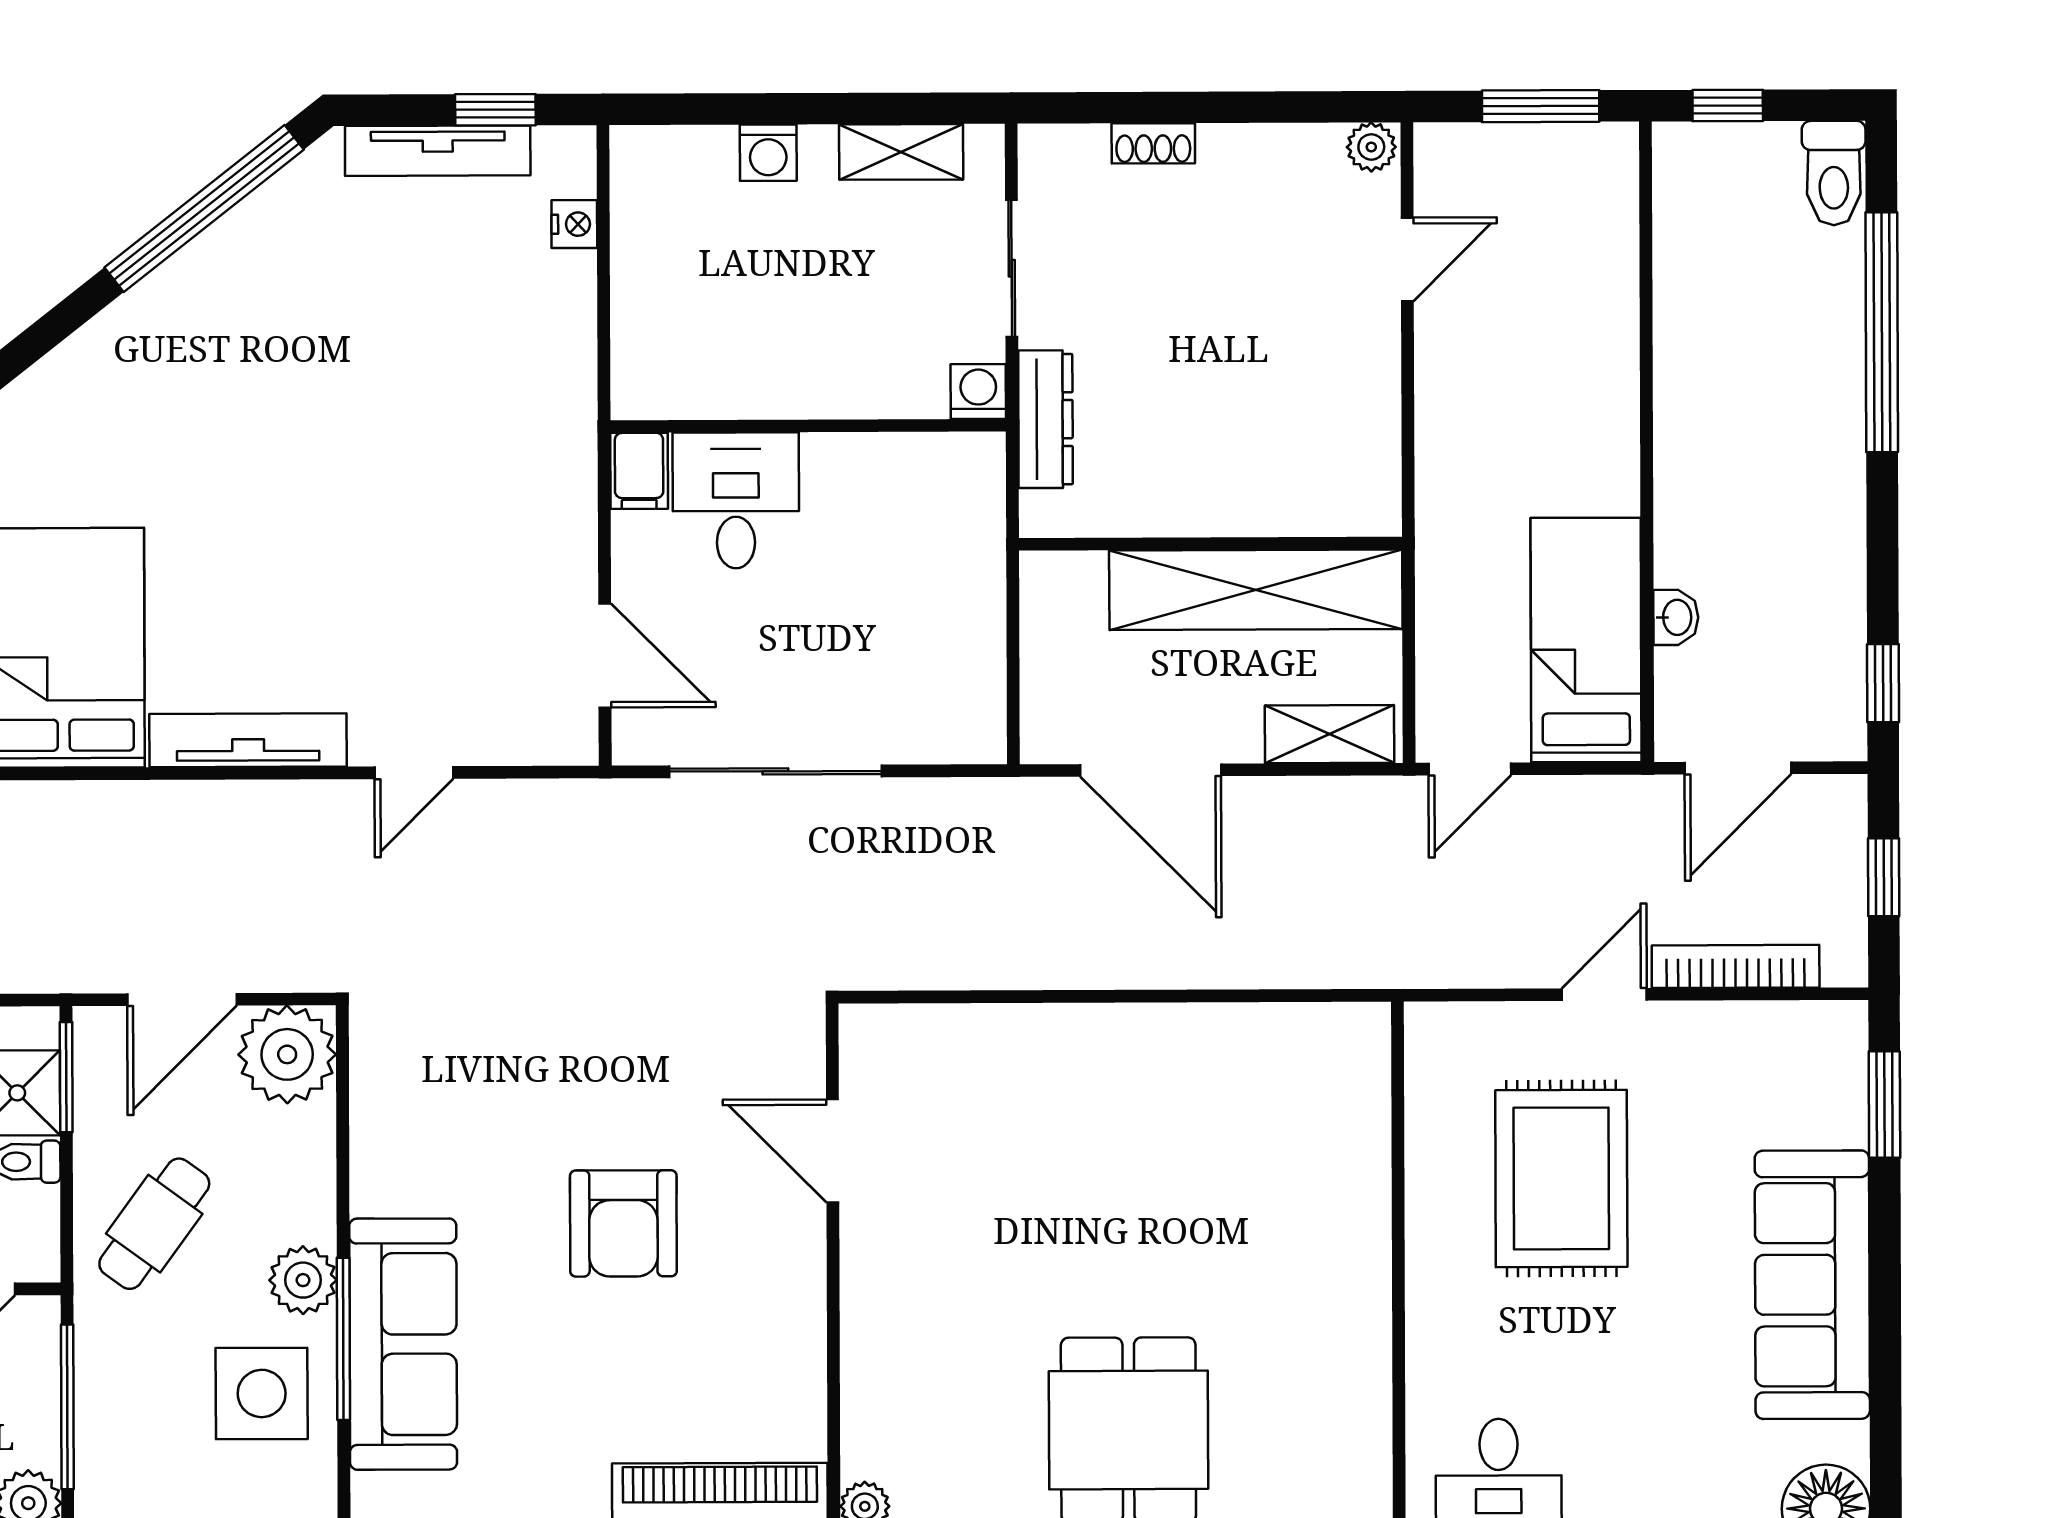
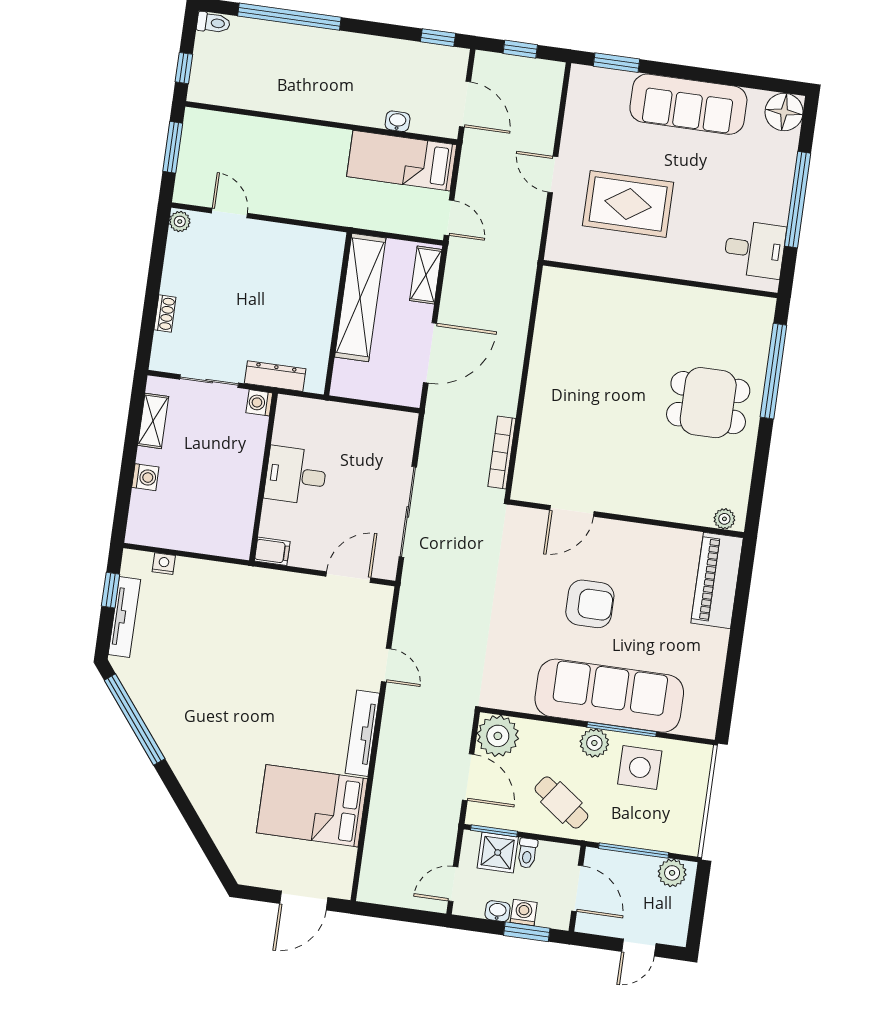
toilet: (1834, 173) -> (213, 23), width x0.73, depth x0.72
desk: (736, 500) -> (296, 475), moved
bookcase: (1736, 966) -> (502, 453), moved
sofa: (403, 1344) -> (609, 696), width x1.36, depth x1.27

